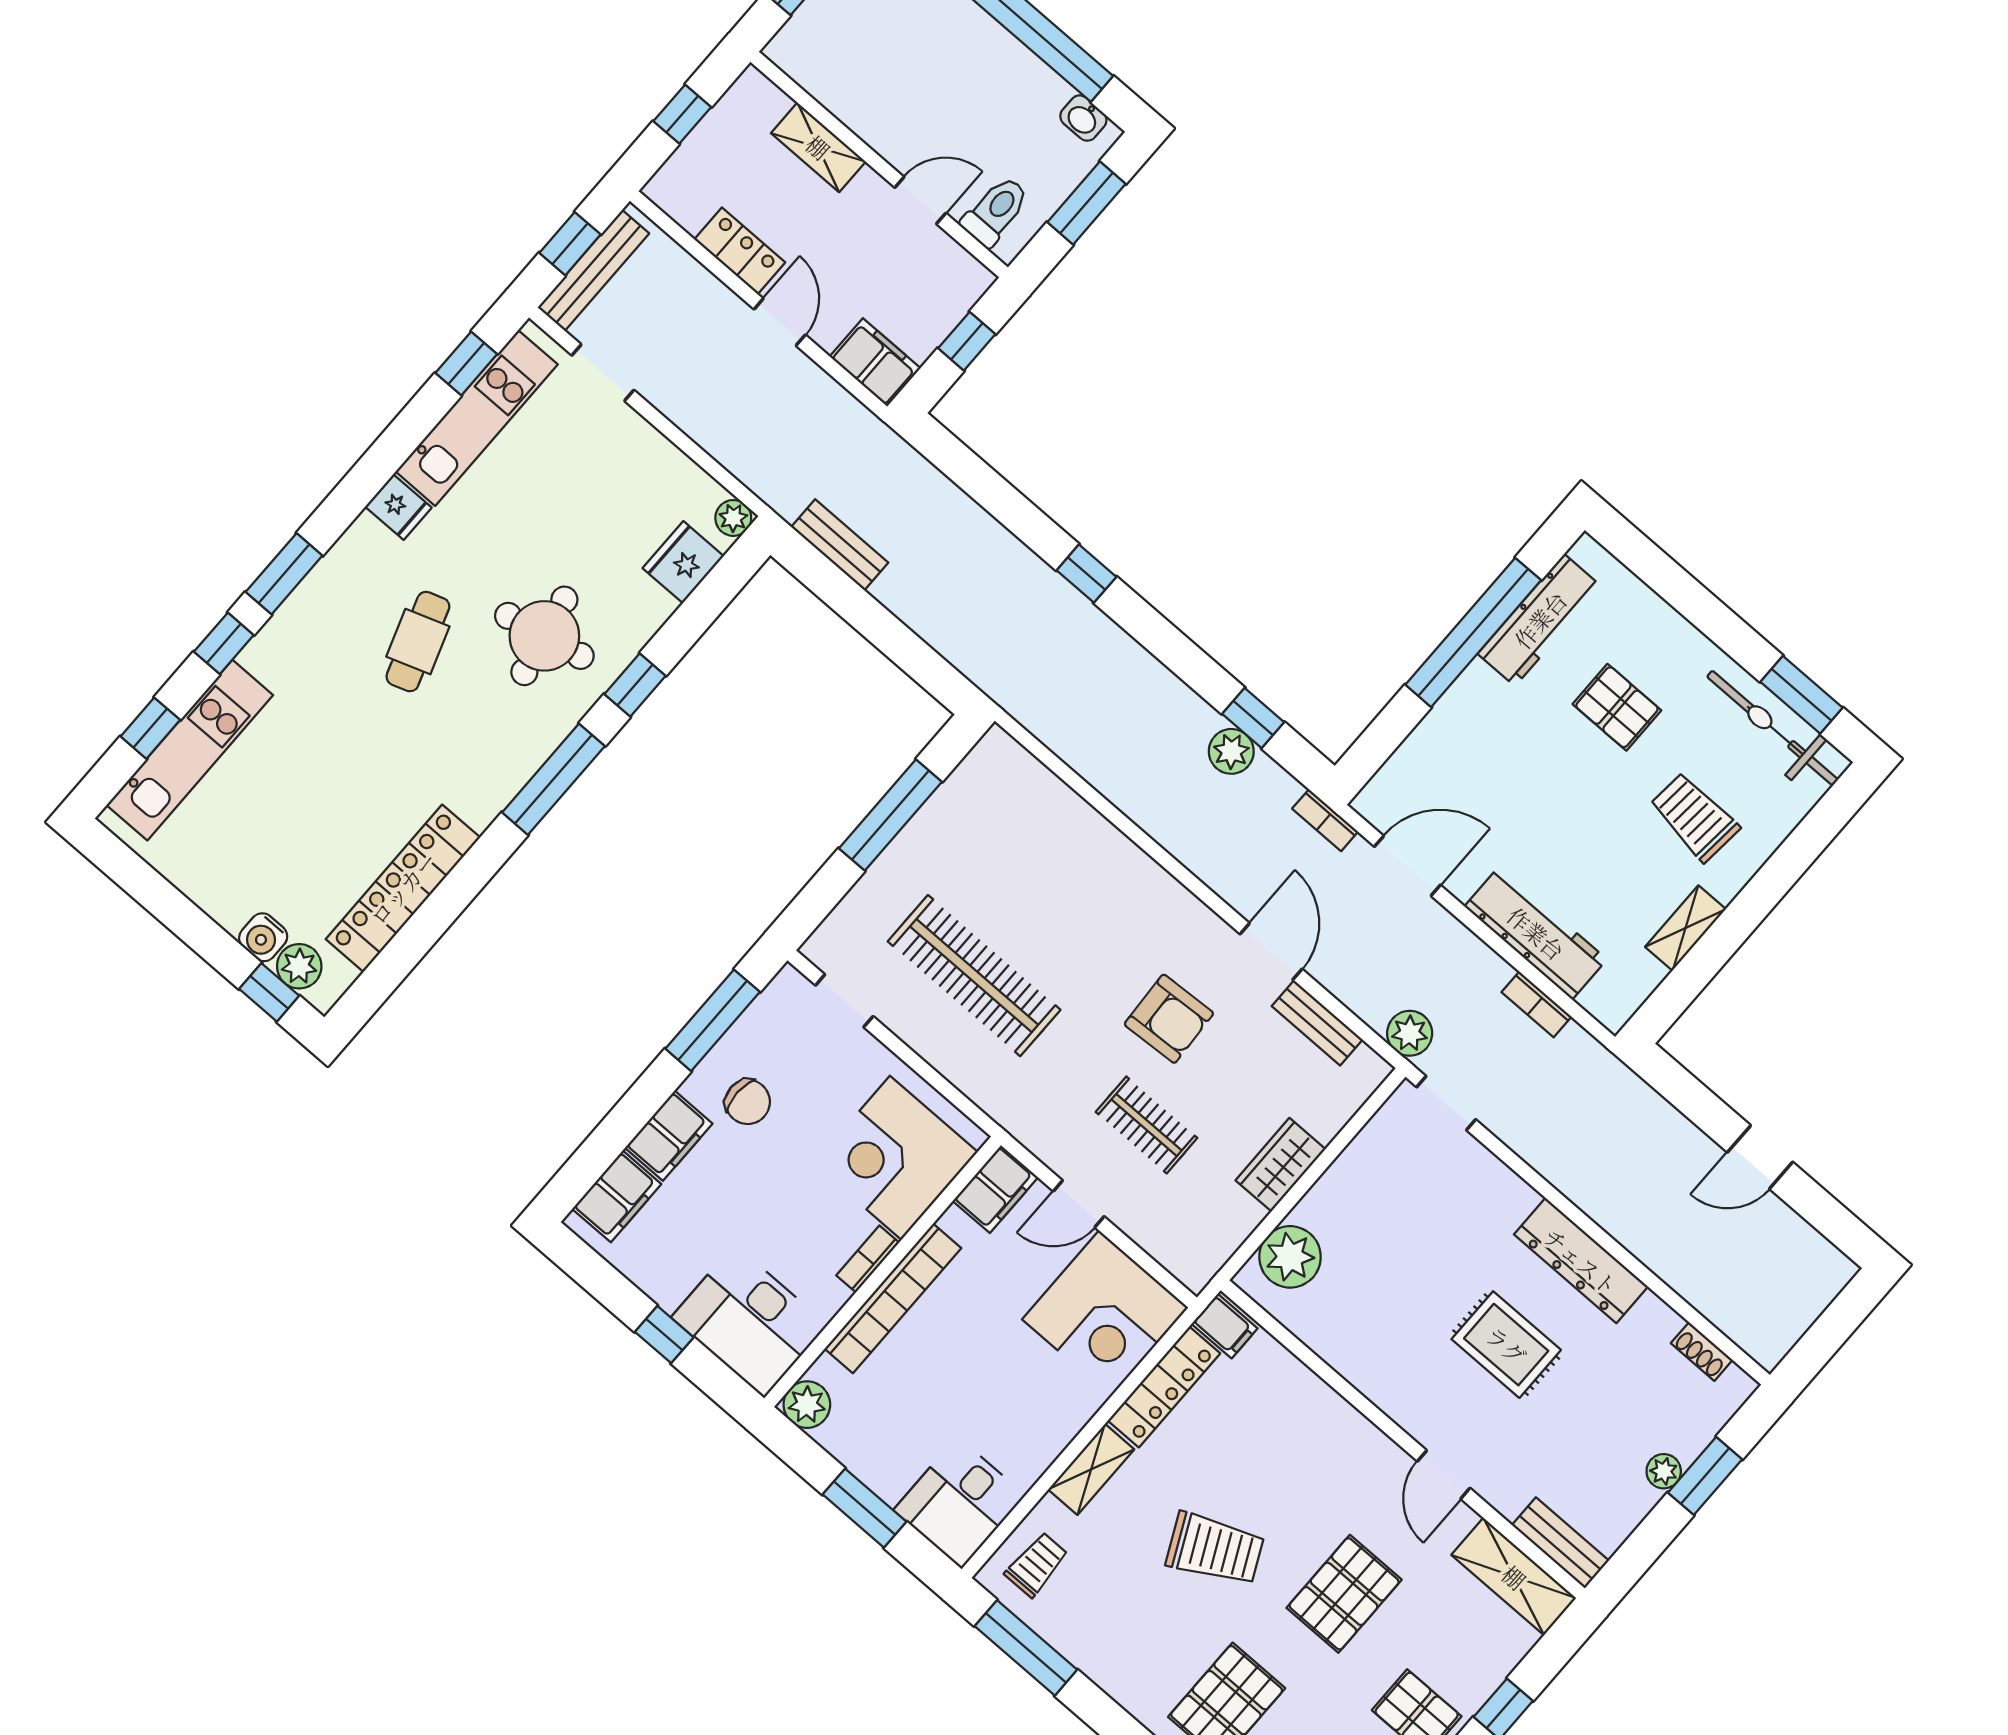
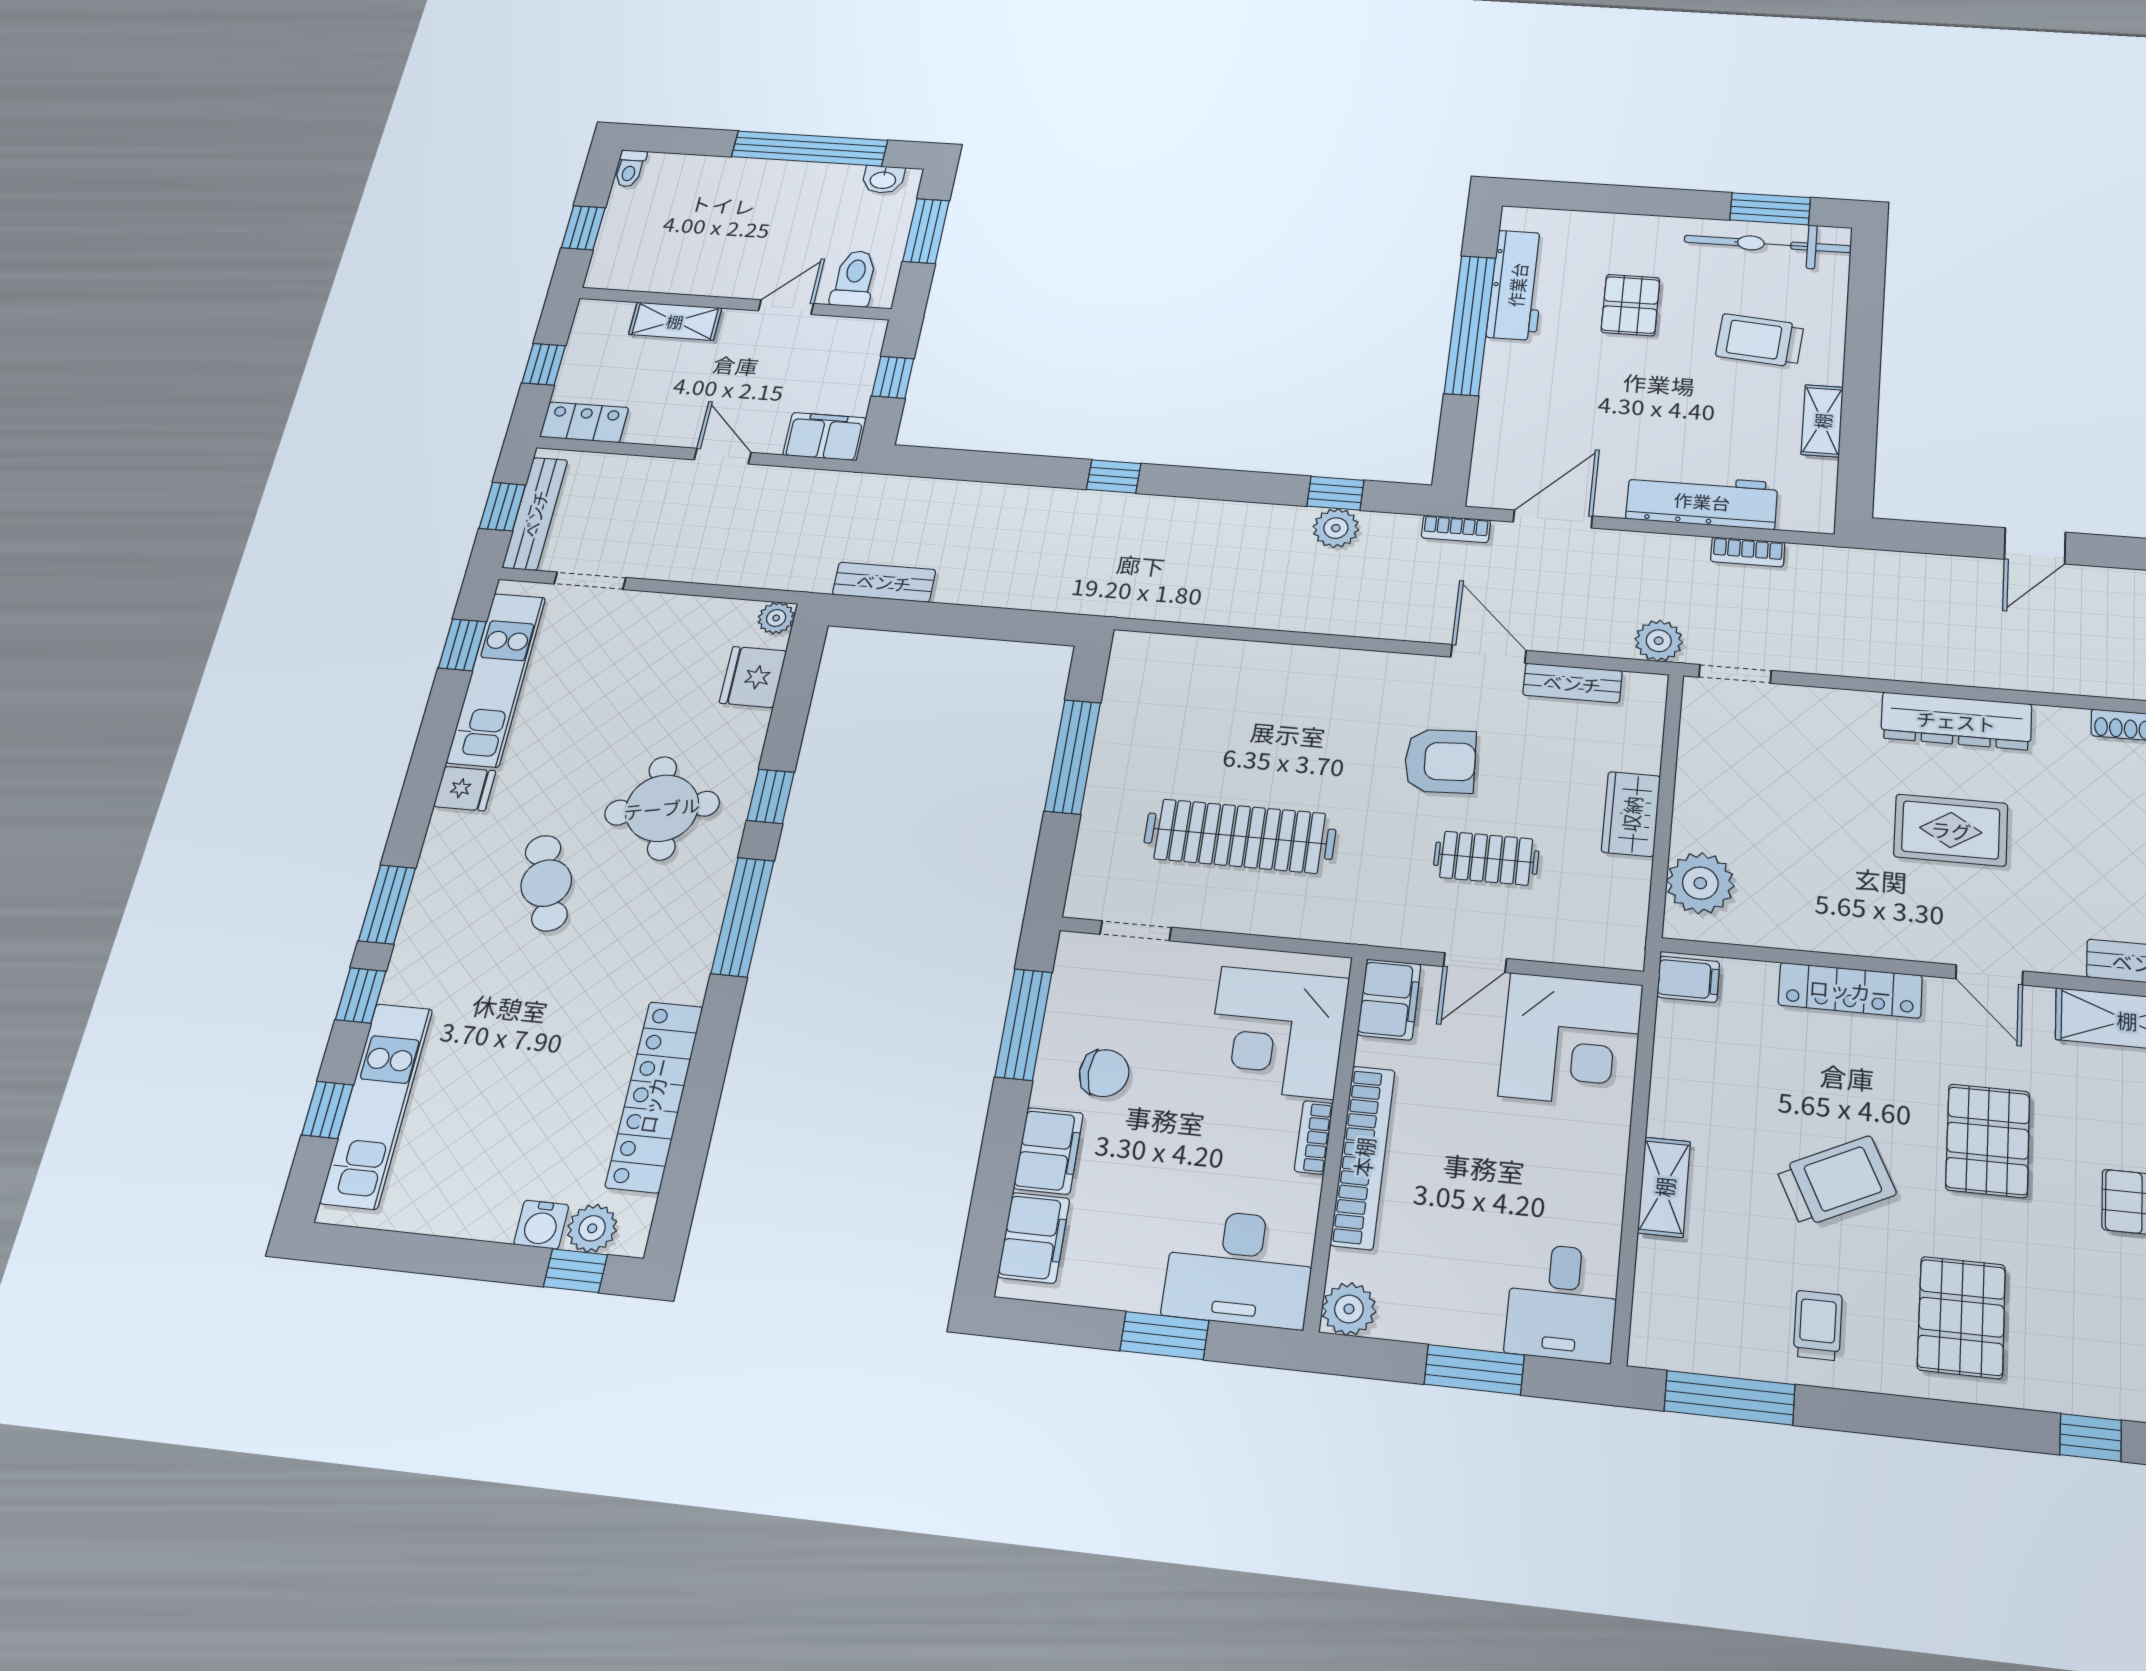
locker: (740, 251) -> (584, 422), moved
pallet: (1617, 707) -> (1630, 305), turned 90
window: (664, 1335) -> (1164, 1336), width x1.50
locker: (1164, 1387) -> (1850, 990), moved, turned 90
trolley: (1037, 1565) -> (1818, 1325), moved

